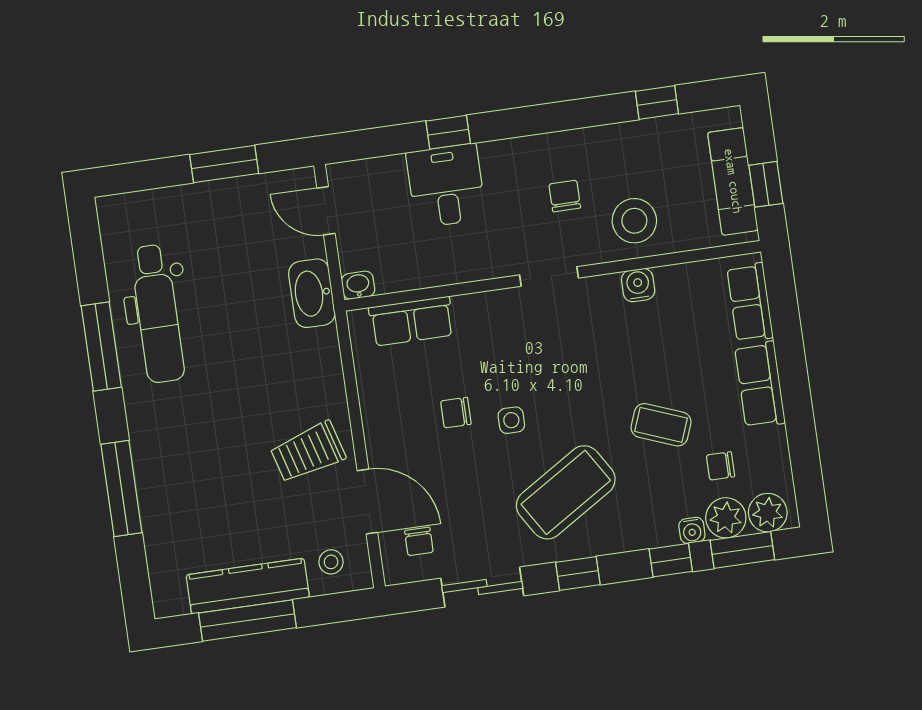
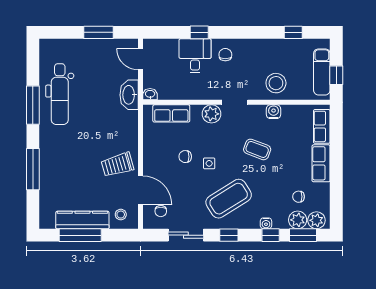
chair: (565, 196) -> (225, 55), moved
plant: (501, 309) -> (211, 114), added
coffee table: (661, 425) -> (257, 149), moved
water cooler: (692, 530) -> (266, 223), moved

